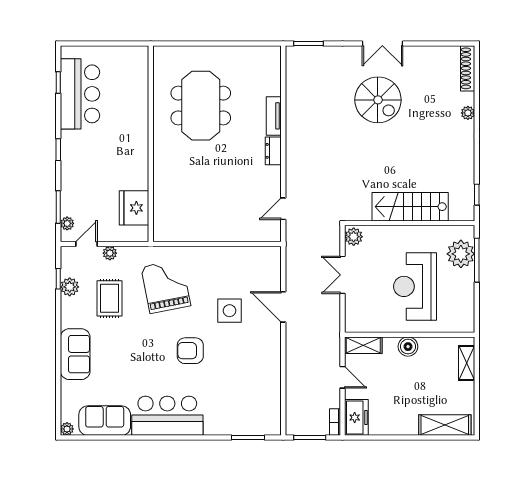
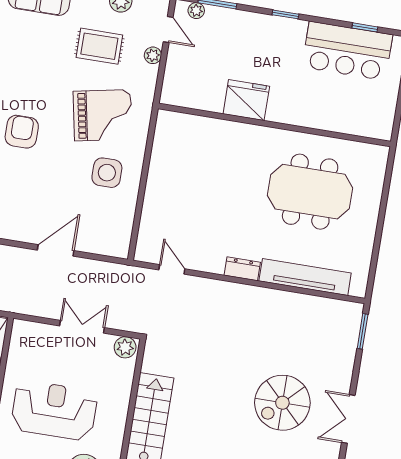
tv unit: (274, 116) -> (305, 277), width x1.92, depth x1.29
fridge: (134, 208) -> (246, 100), moved
side table: (230, 311) -> (107, 173), moved

